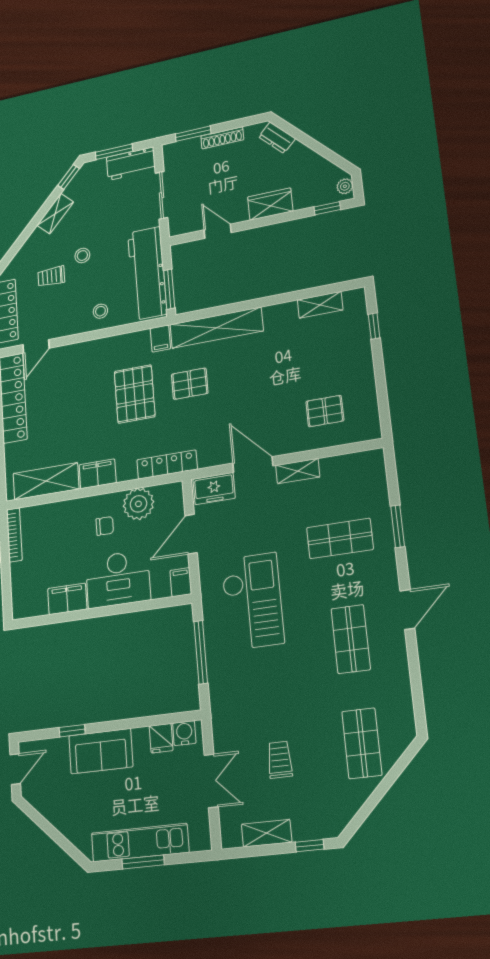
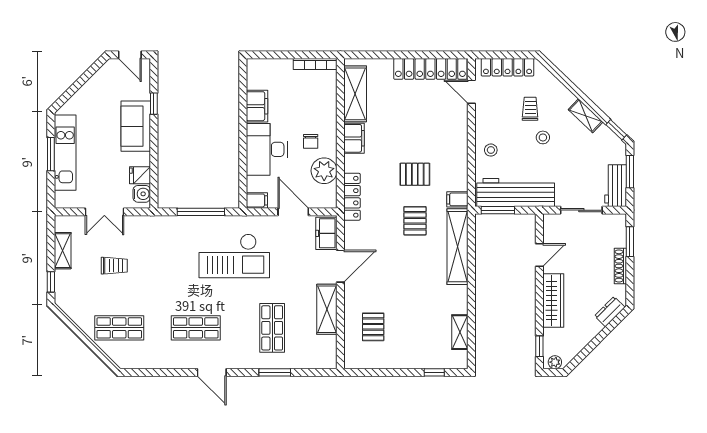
wardrobe: (270, 204) -> (553, 301), width x1.50
pallet: (135, 394) -> (415, 174), width x0.67, depth x0.71
shelving: (298, 471) -> (327, 309), width x1.50, depth x1.33

